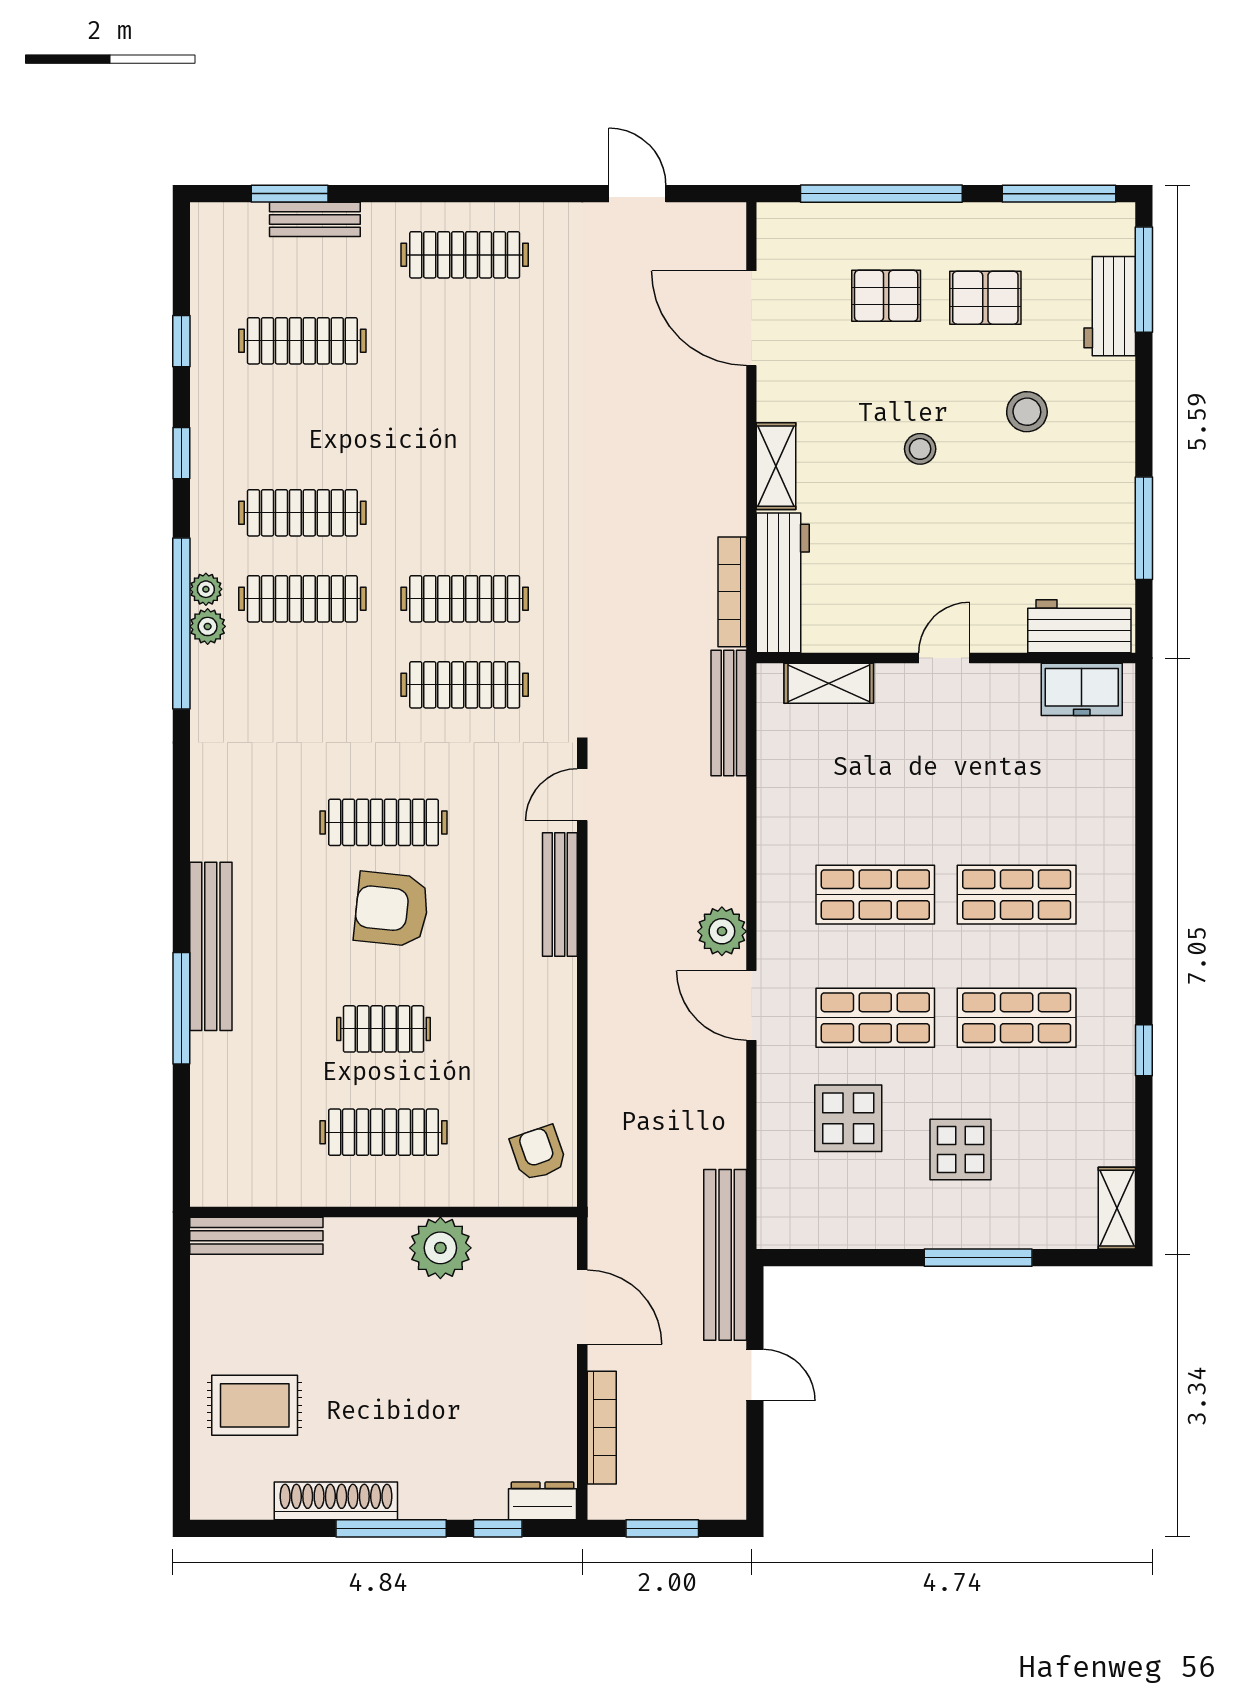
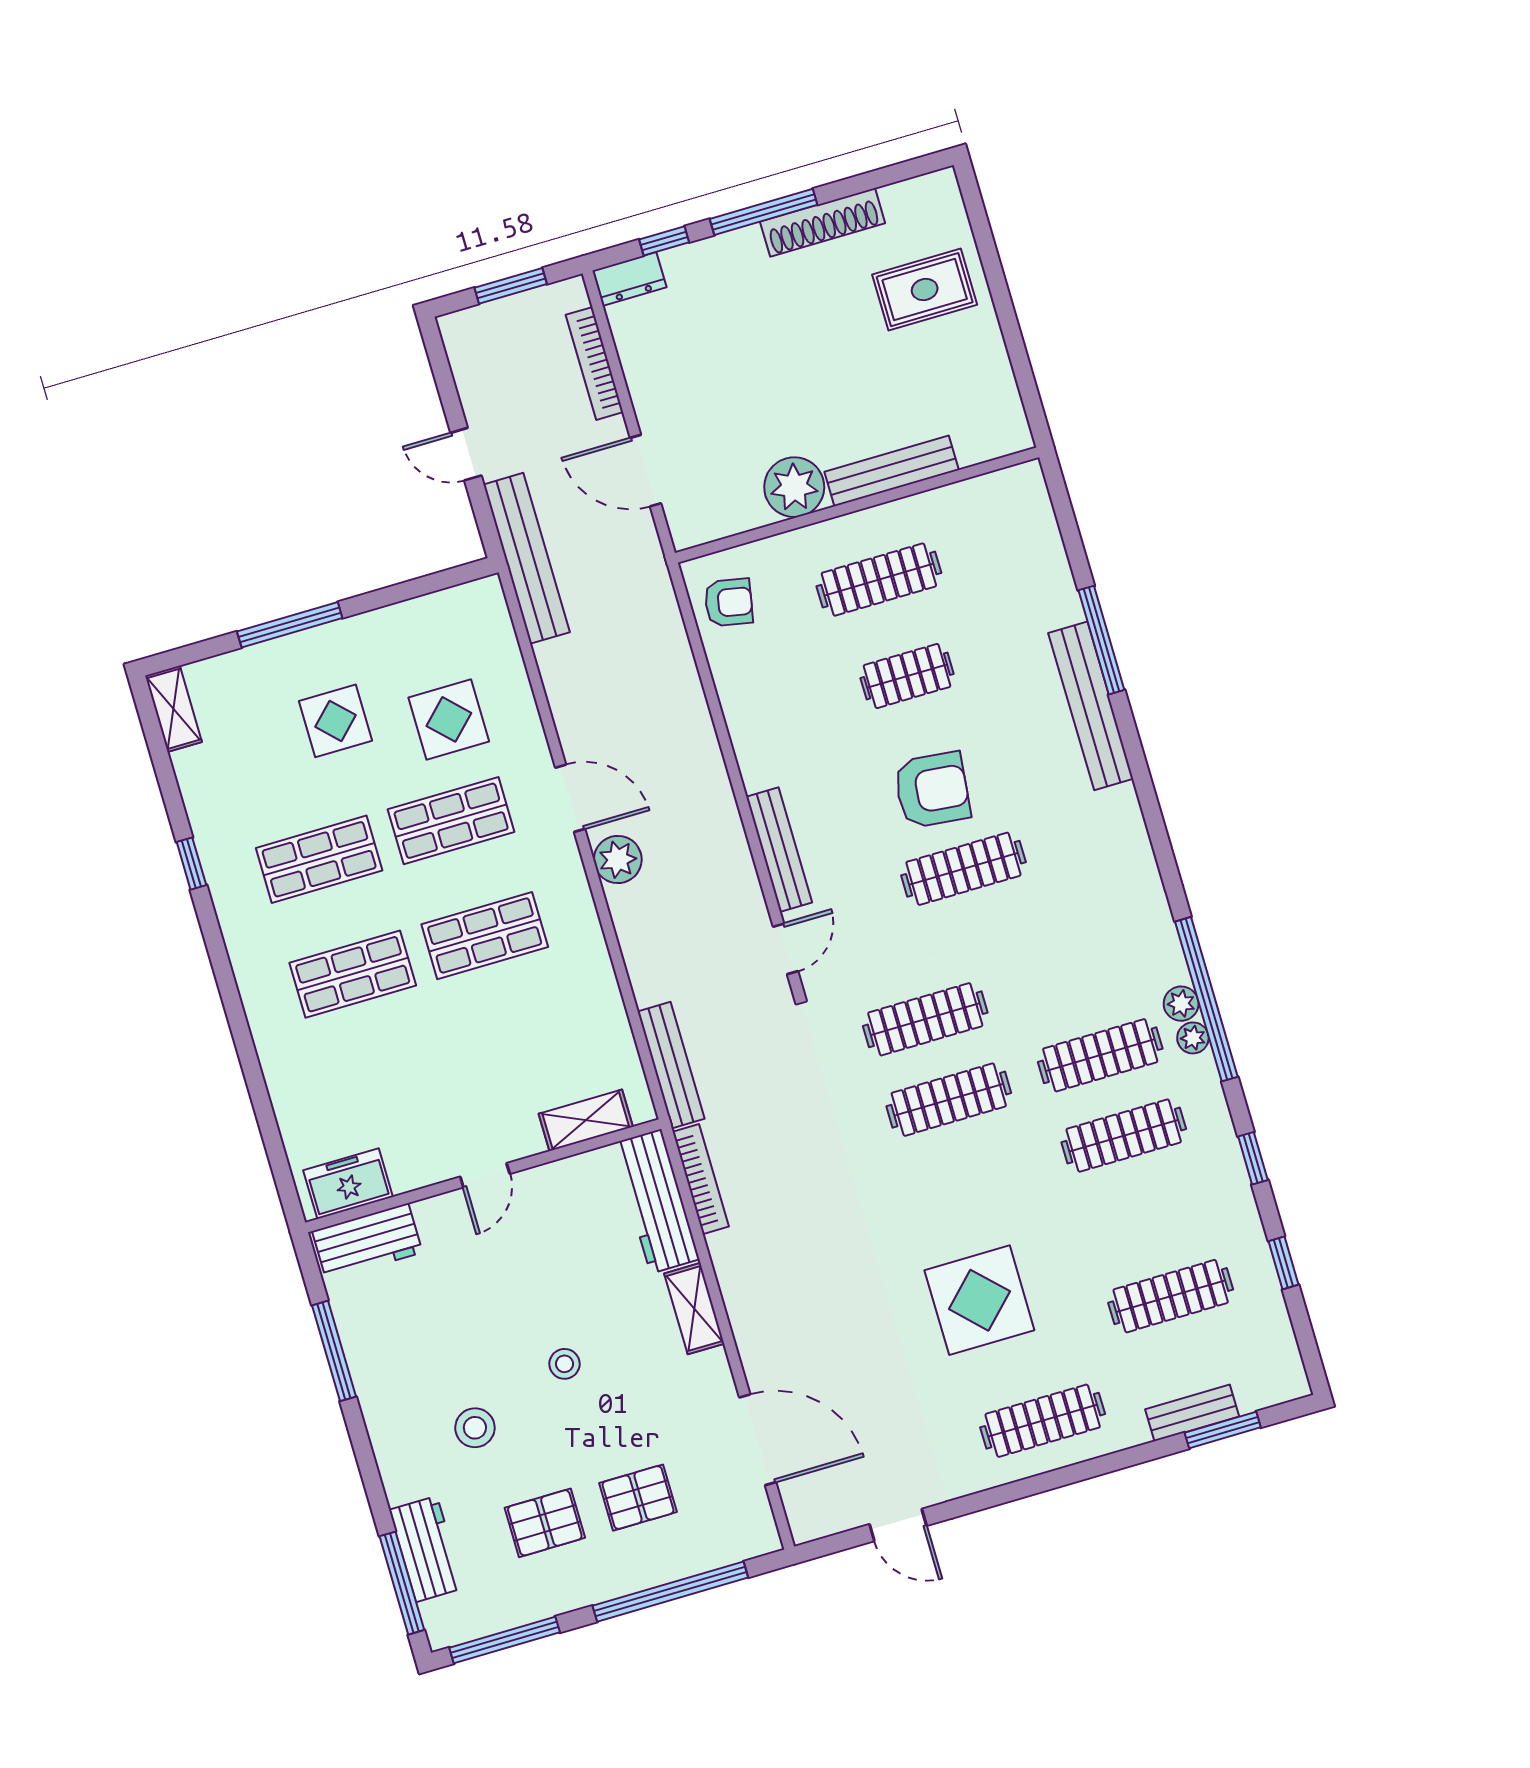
display table: (492, 392) -> (979, 1300), added
armchair: (538, 1153) -> (729, 602), turned -60
bench: (256, 1236) -> (892, 471), moved

